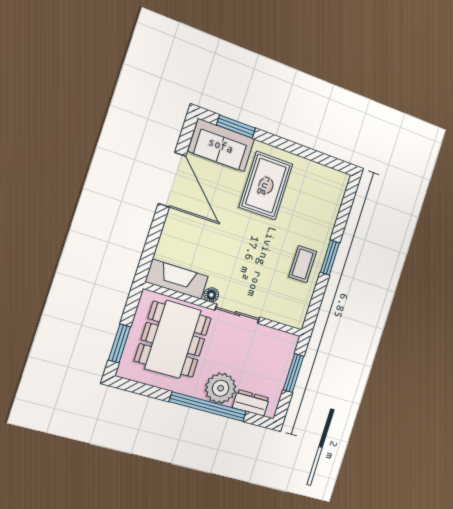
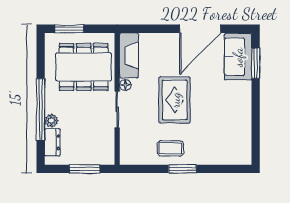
rug: (266, 186) -> (175, 100), moved, turned 90
plant: (221, 388) -> (51, 121), width x0.53, depth x0.53

